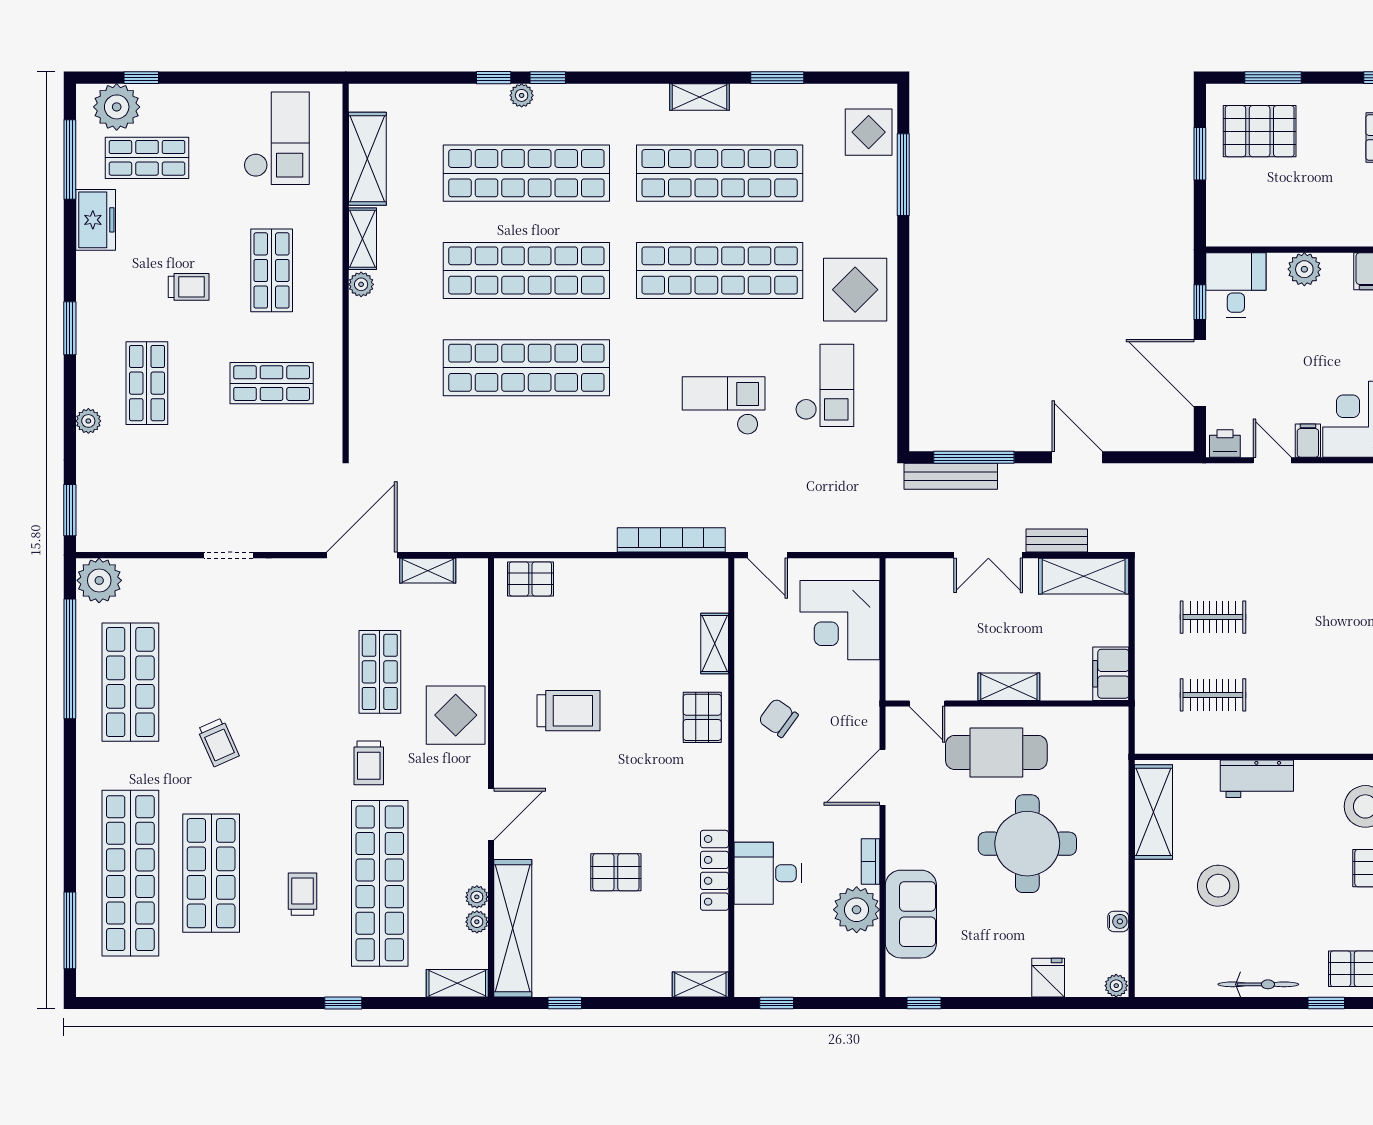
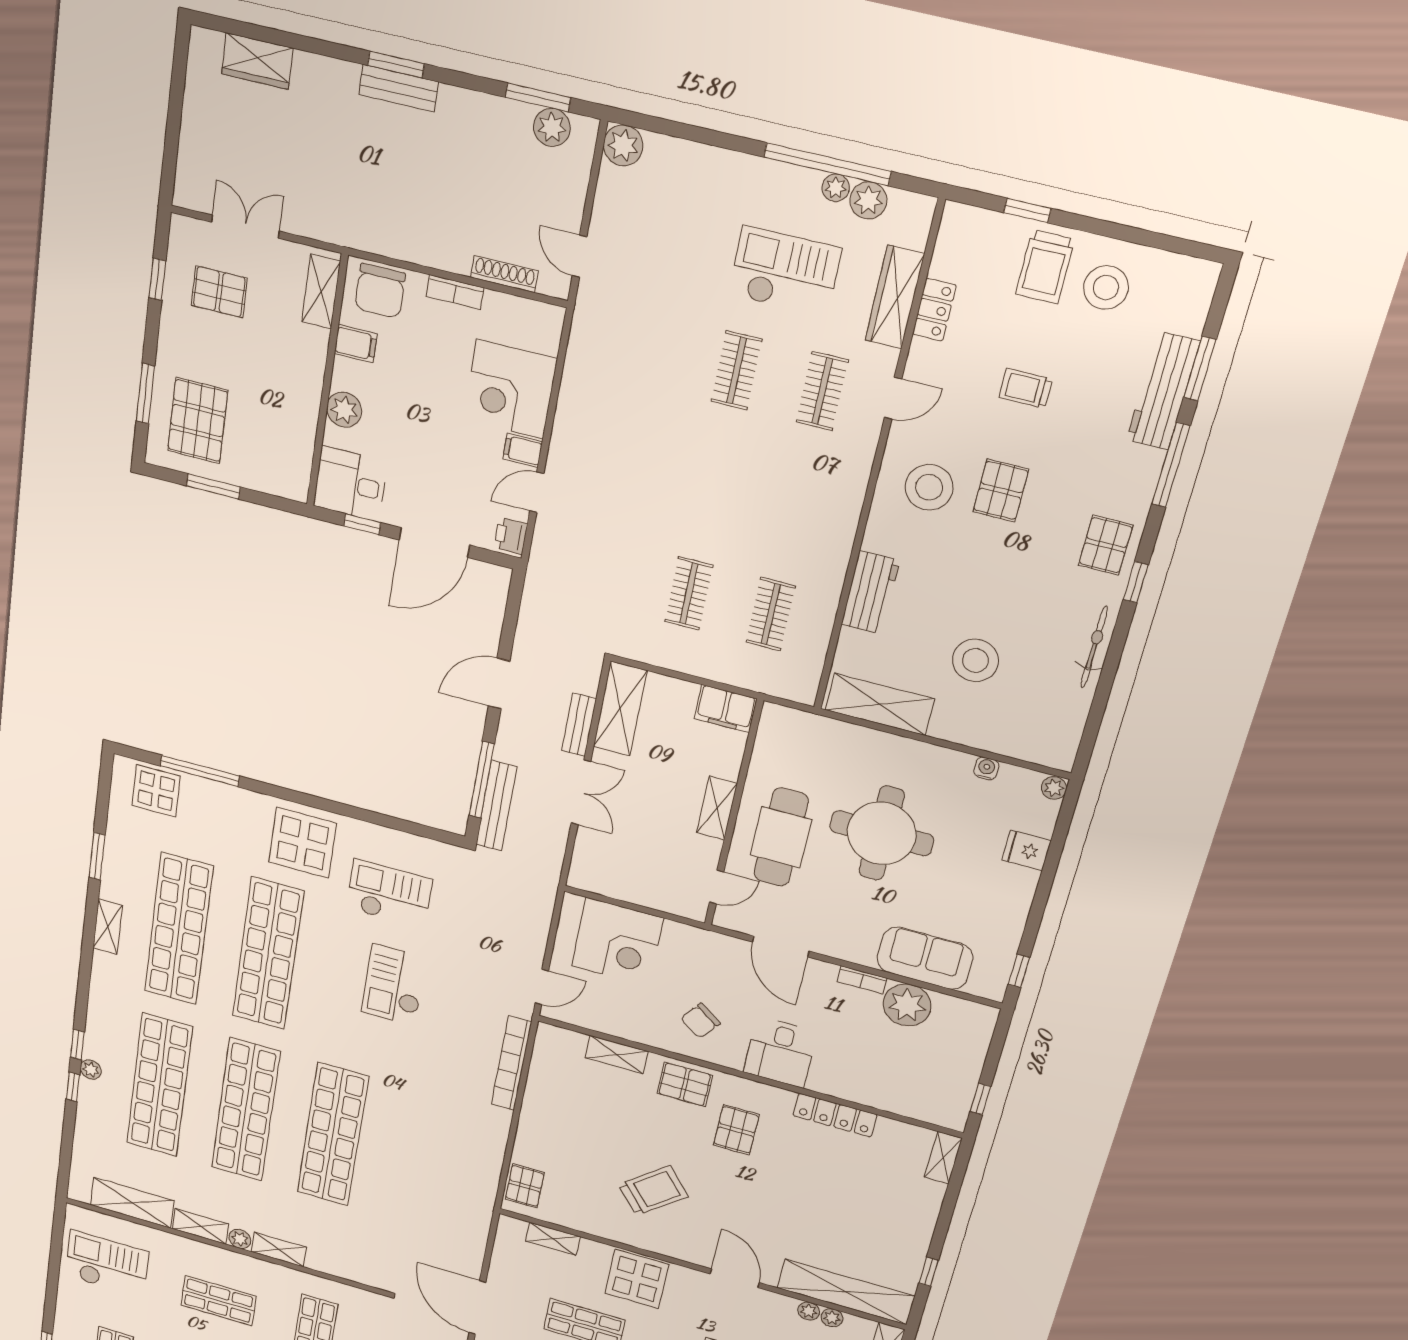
shelving: (362, 329) -> (279, 1249), added
shelving: (428, 571) -> (553, 1239), moved, turned 90
trolley: (568, 711) -> (653, 1191), turned 50
pallet: (616, 872) -> (736, 1130), moved
desk: (768, 873) -> (780, 1052), moved

